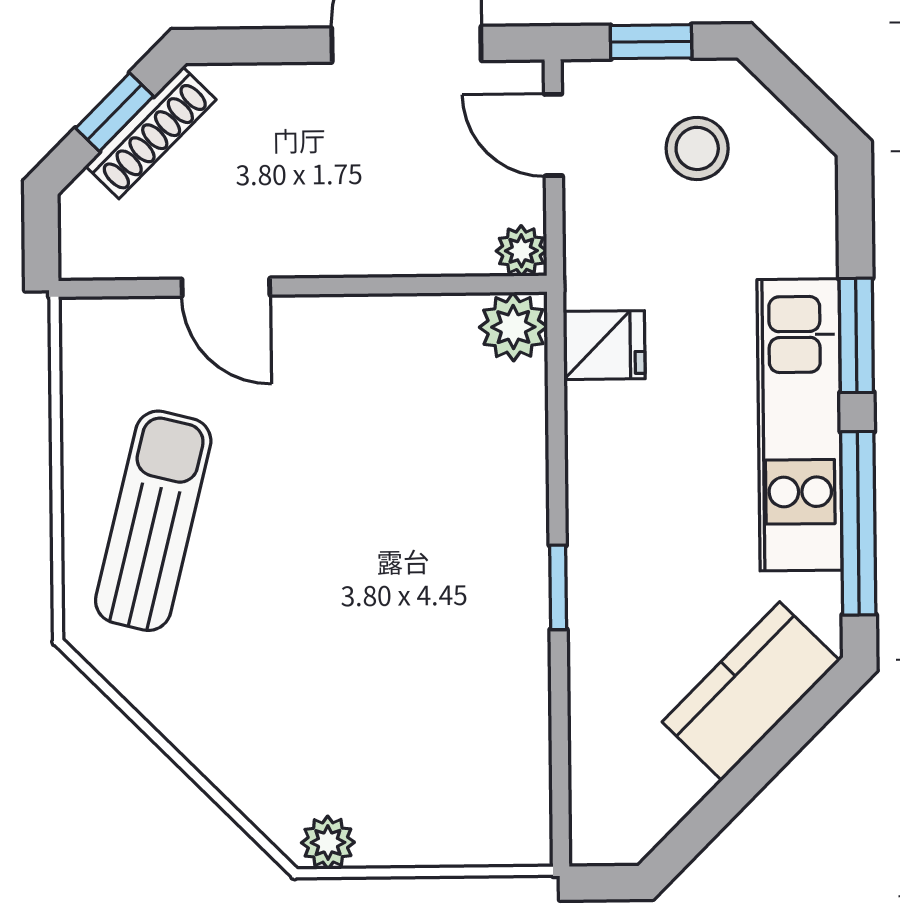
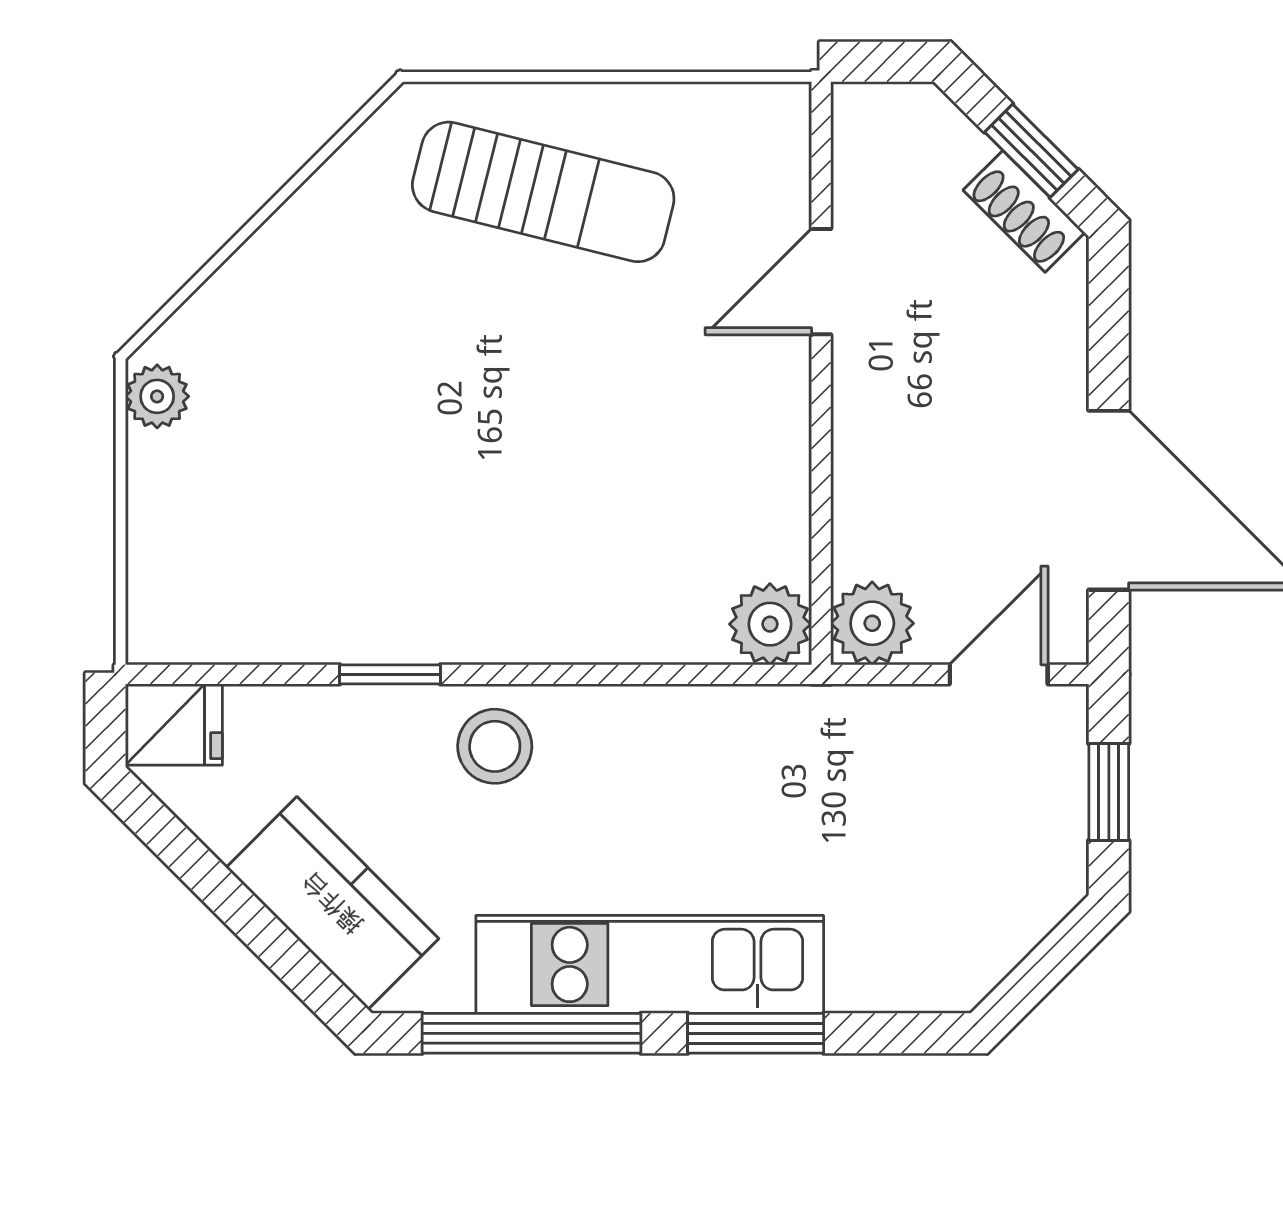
shoe rack: (151, 133) -> (1024, 211), width x0.70
stool: (697, 148) -> (495, 746), moved
plant: (521, 251) -> (872, 623), width x1.38, depth x1.38
fridge: (604, 345) -> (174, 725), moved, turned -90
window: (558, 587) -> (390, 674), moved

